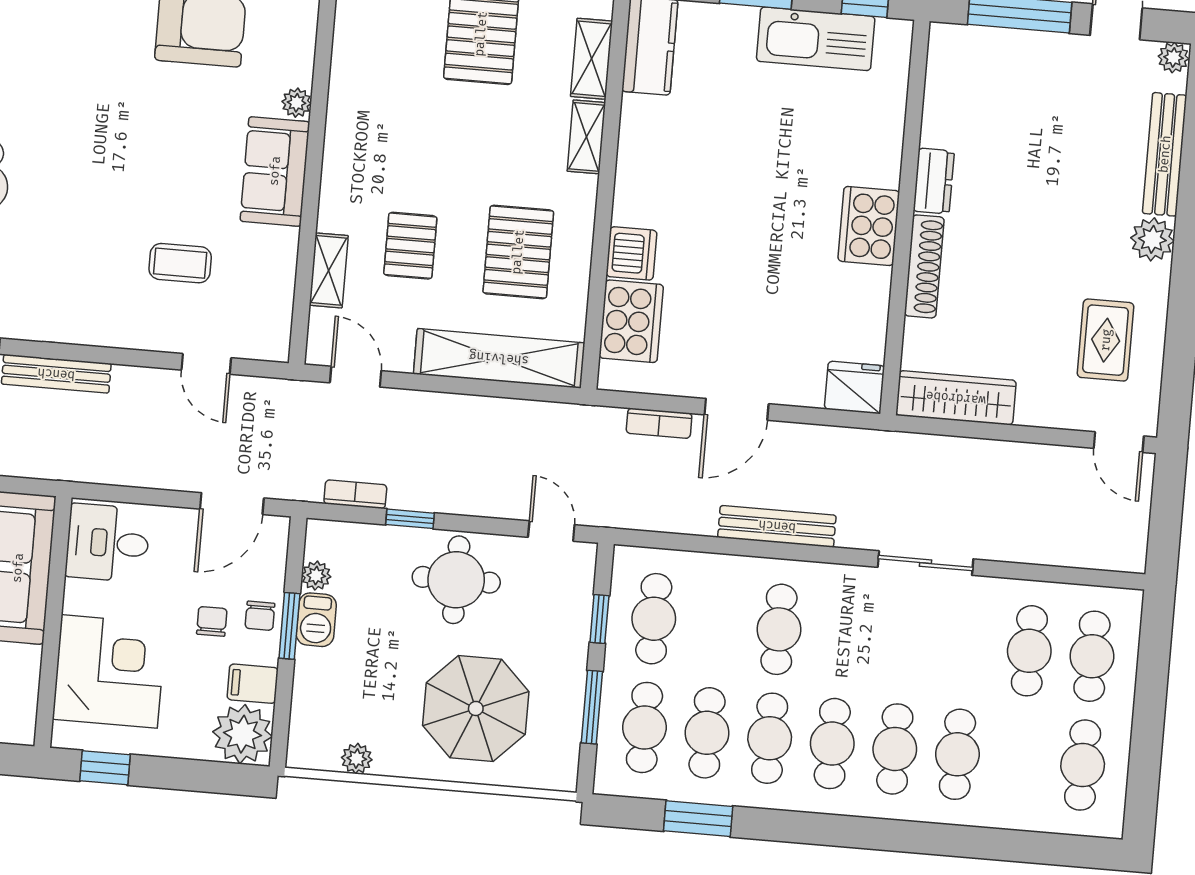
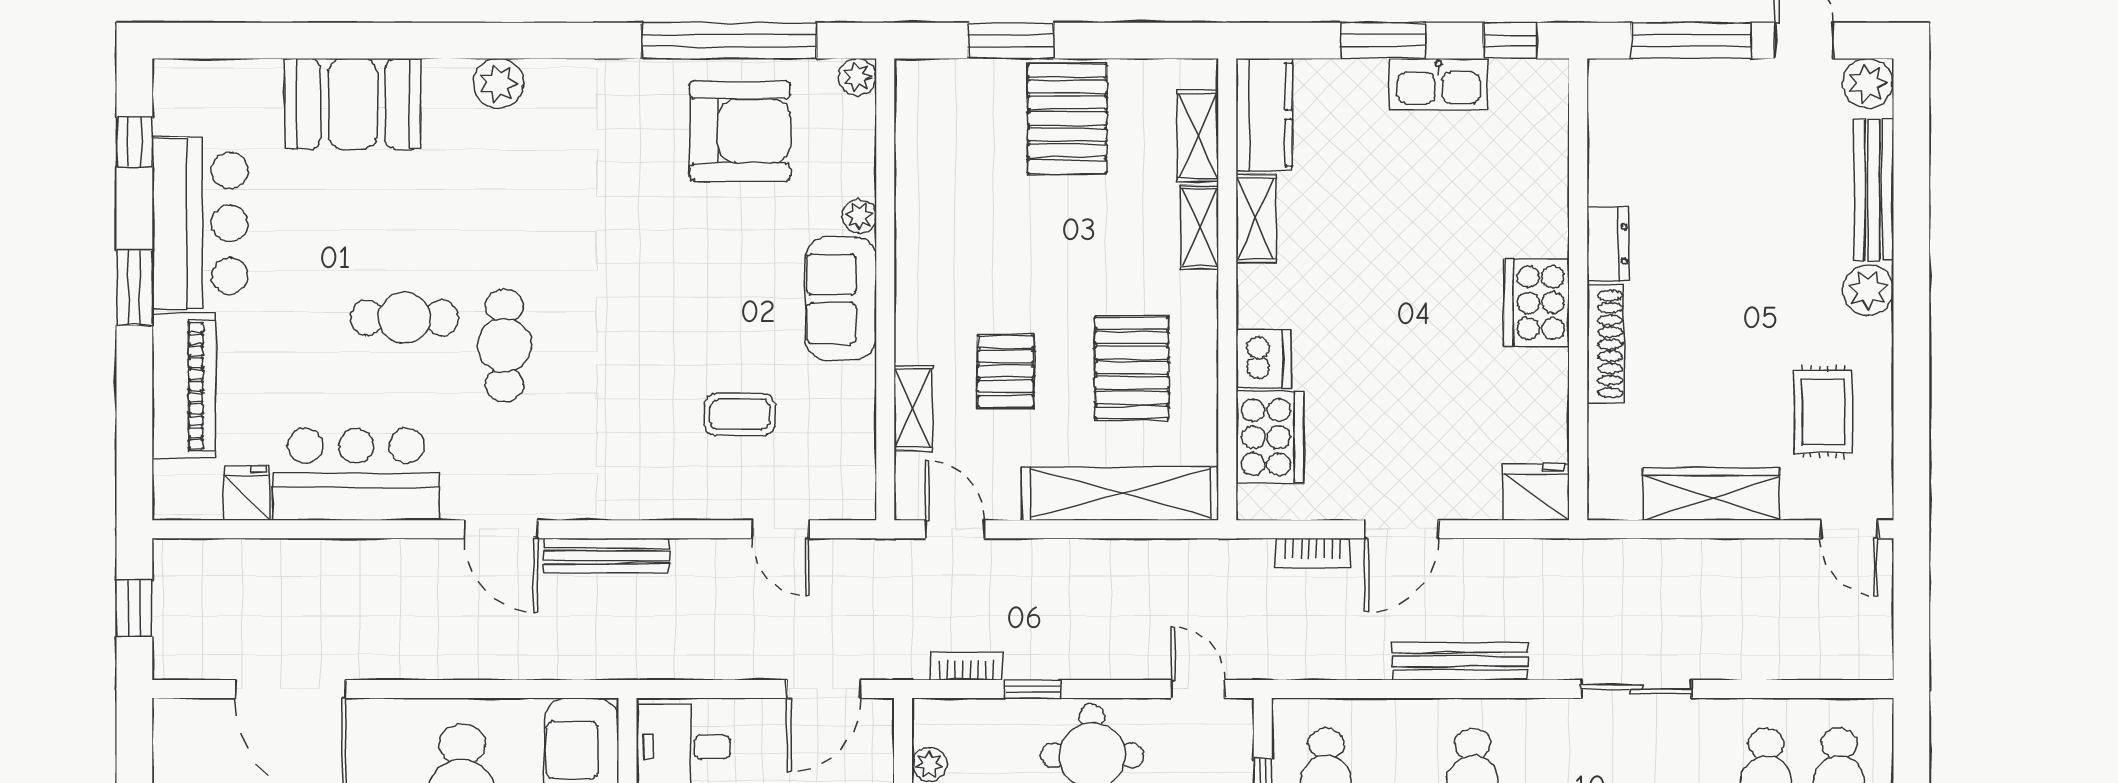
kitchen sink: (816, 39) -> (1439, 84), width x0.73, depth x0.81
plant: (1173, 57) -> (1868, 83), width x1.38, depth x1.38
shelving: (635, 134) -> (1256, 219), added
wardrobe: (956, 398) -> (1711, 494), moved

